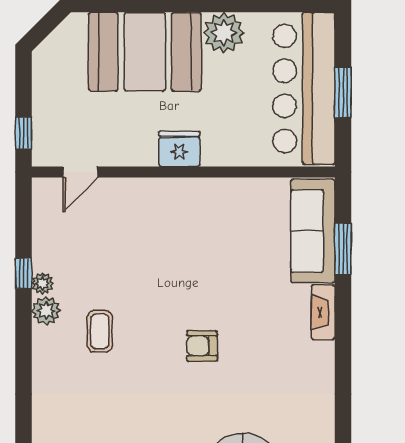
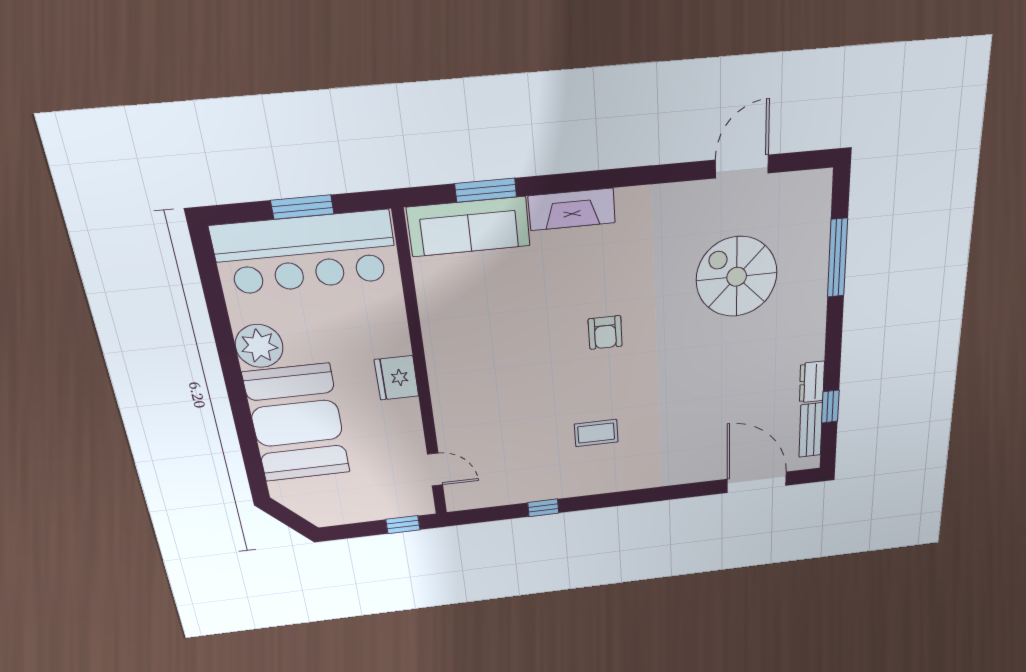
plant: (42, 283) -> (552, 490), removed
plant: (46, 311) -> (579, 484), removed
fireplace: (323, 312) -> (572, 209), width x1.37, depth x1.32

